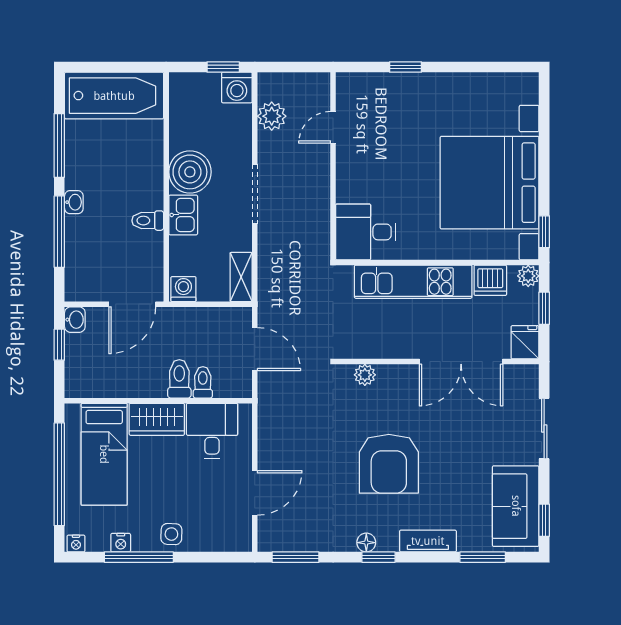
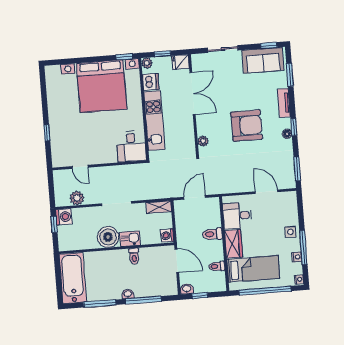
toilet: (203, 382) -> (217, 266), moved

